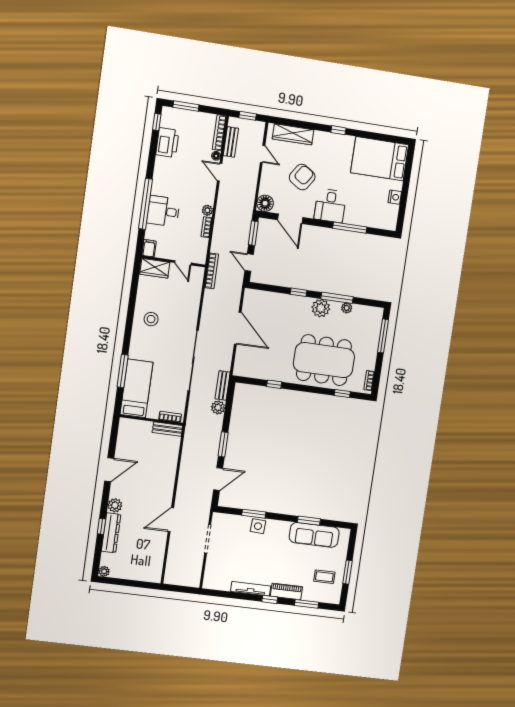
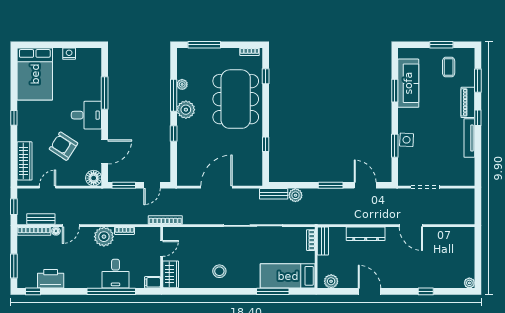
plant: (207, 210) -> (104, 237), width x1.88, depth x1.88
plant: (115, 505) -> (331, 281), moved
dresser: (111, 533) -> (366, 234), moved, turned 180

